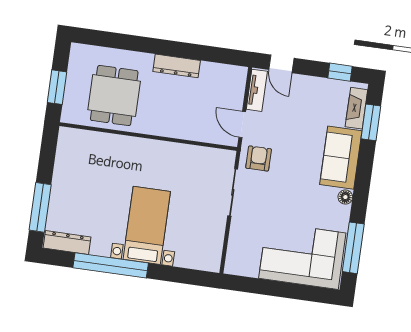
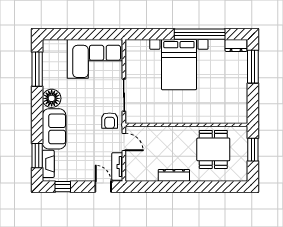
floor lamp: (345, 197) -> (52, 98), width x1.89, depth x1.89
bed with nightstands: (147, 225) -> (179, 65), width x1.36
dresser: (67, 242) -> (236, 45), width x0.70
corner sofa: (302, 256) -> (95, 59), moved

